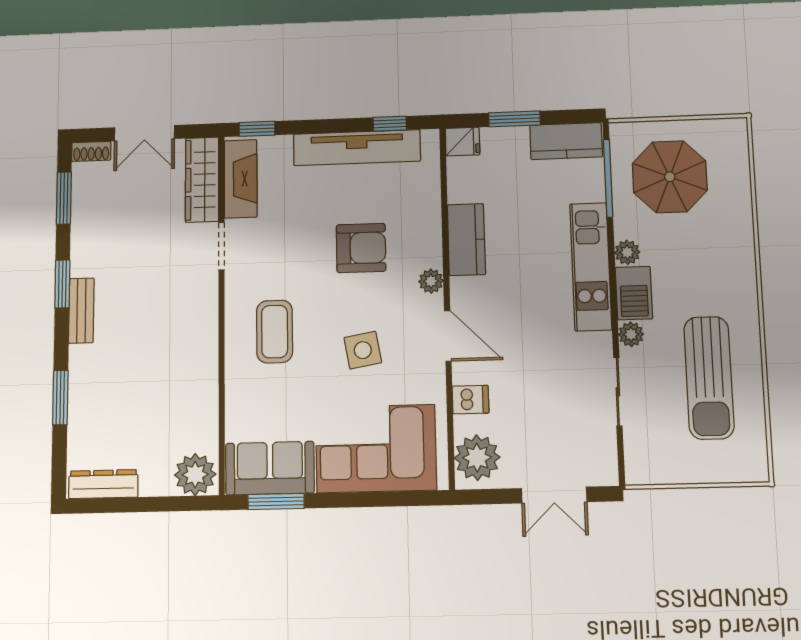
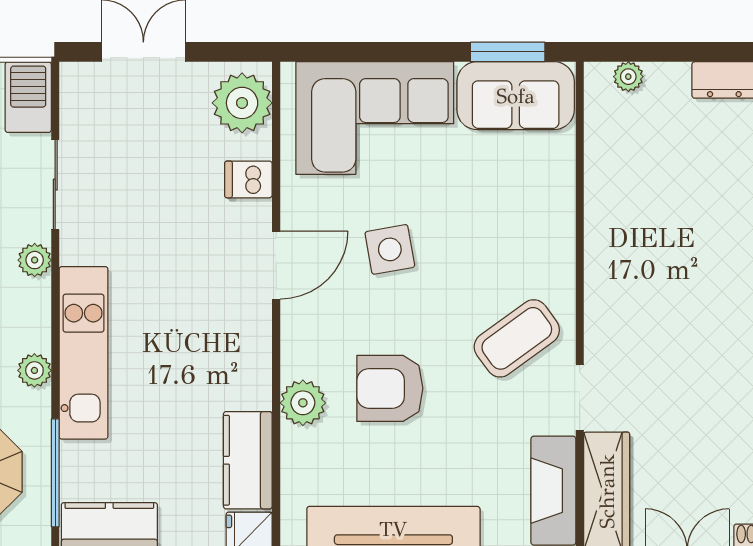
kitchen counter: (466, 240) -> (248, 460), moved
plant: (431, 281) -> (303, 403), moved, width x1.38, depth x1.38
barbecue: (634, 293) -> (28, 97), moved
coffee table: (275, 332) -> (517, 338), moved, turned 54
door: (448, 336) -> (276, 265), swing flipped
plant: (195, 475) -> (628, 77), width x0.53, depth x0.53

